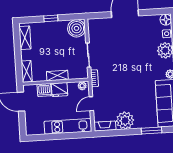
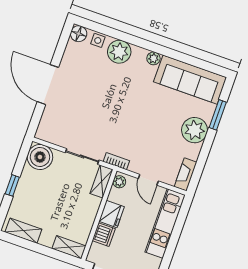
shelving: (57, 76) -> (101, 181), moved
plant: (125, 120) -> (195, 130), moved

